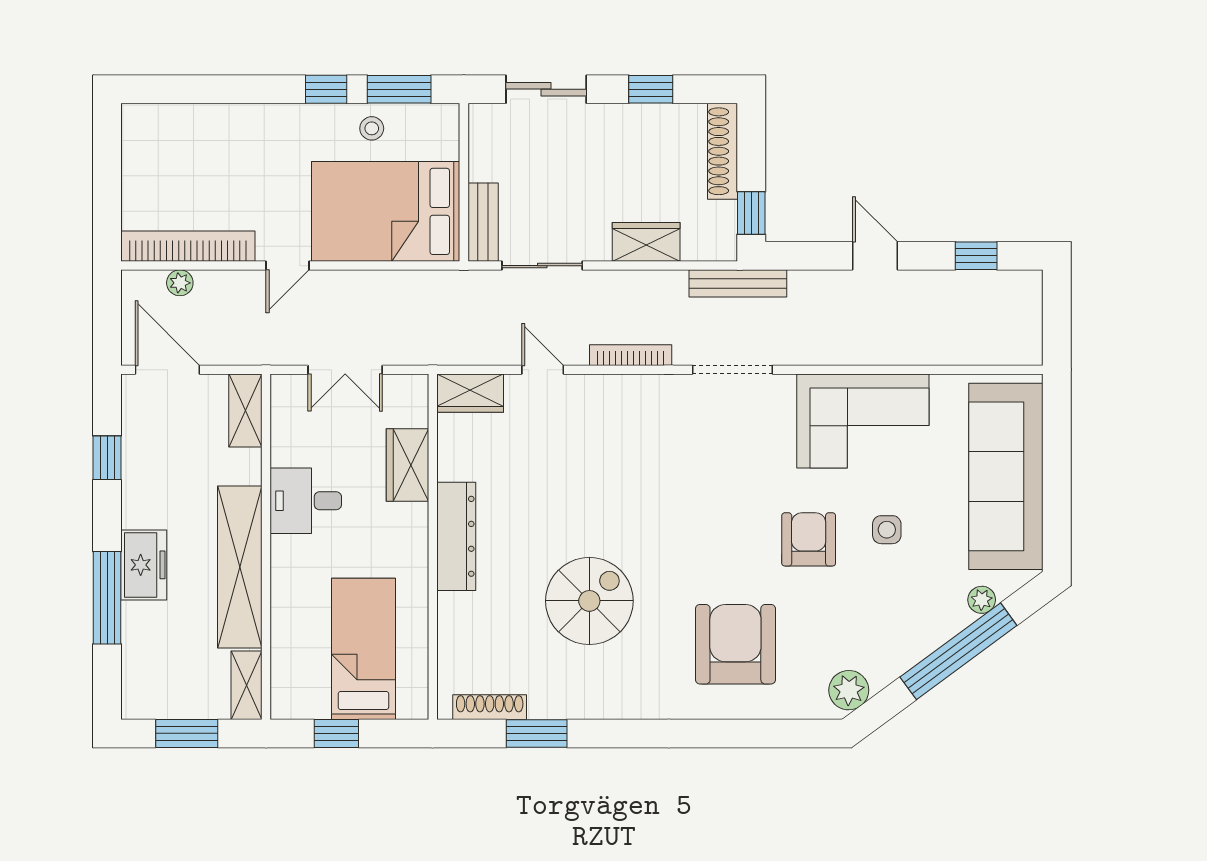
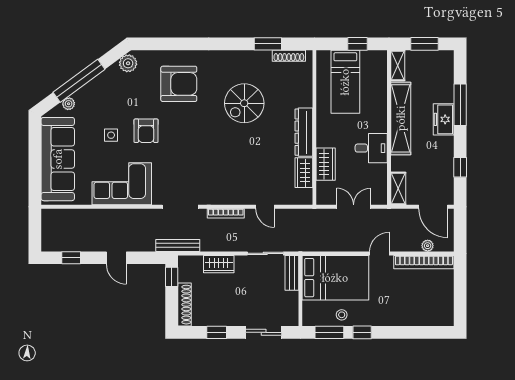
wardrobe: (470, 393) -> (304, 173), moved, turned -90
armchair: (735, 644) -> (179, 84), turned -90

